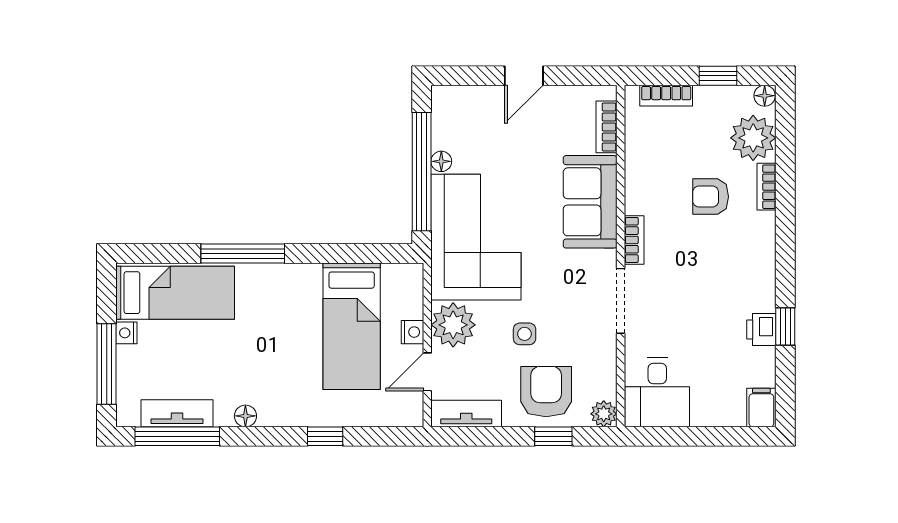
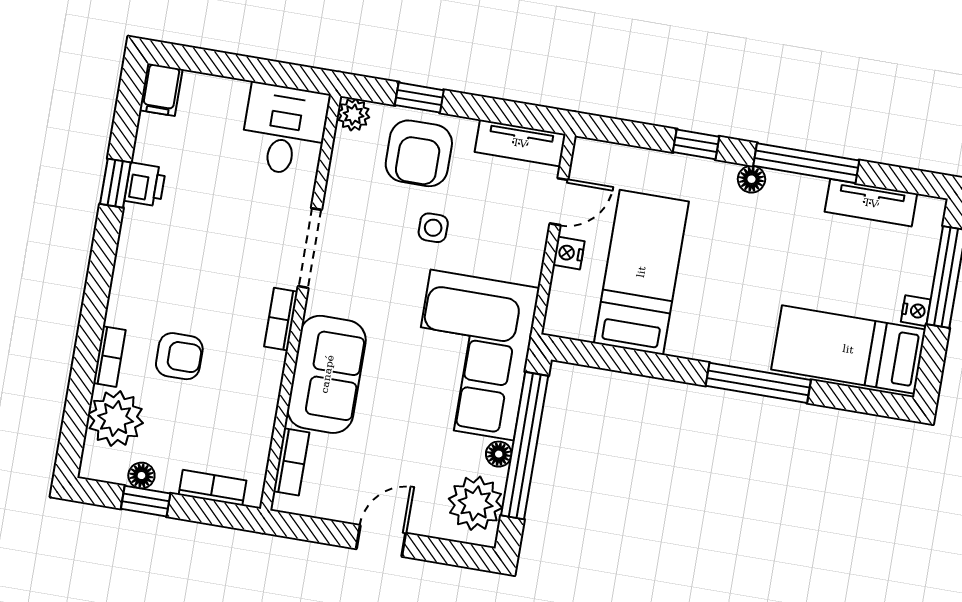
floor lamp: (765, 96) -> (141, 476), moved
plant: (453, 325) -> (476, 503), moved
floor lamp: (245, 416) -> (751, 179), moved
window: (177, 436) -> (806, 163), moved

